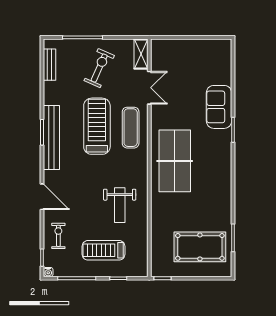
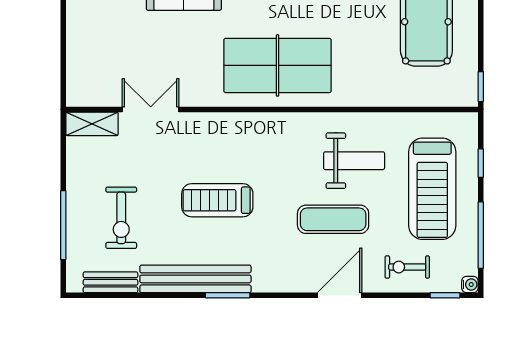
exercise bike: (99, 68) -> (121, 218), moved, turned -114
treadmill: (97, 126) -> (217, 200), width x0.73, depth x0.73
exercise mat: (131, 128) -> (333, 219), moved
bench: (51, 137) -> (195, 279), moved
treadmill: (104, 250) -> (432, 189), width x1.37, depth x1.38

